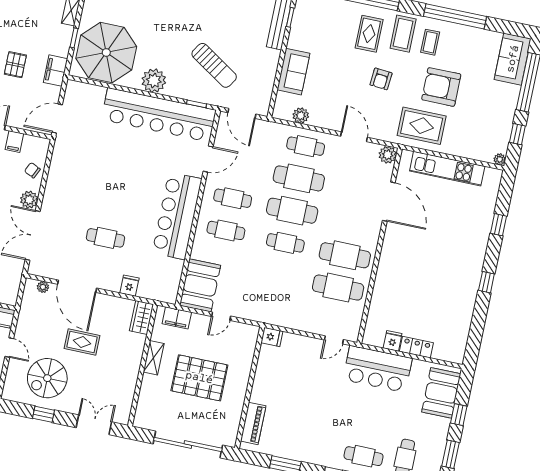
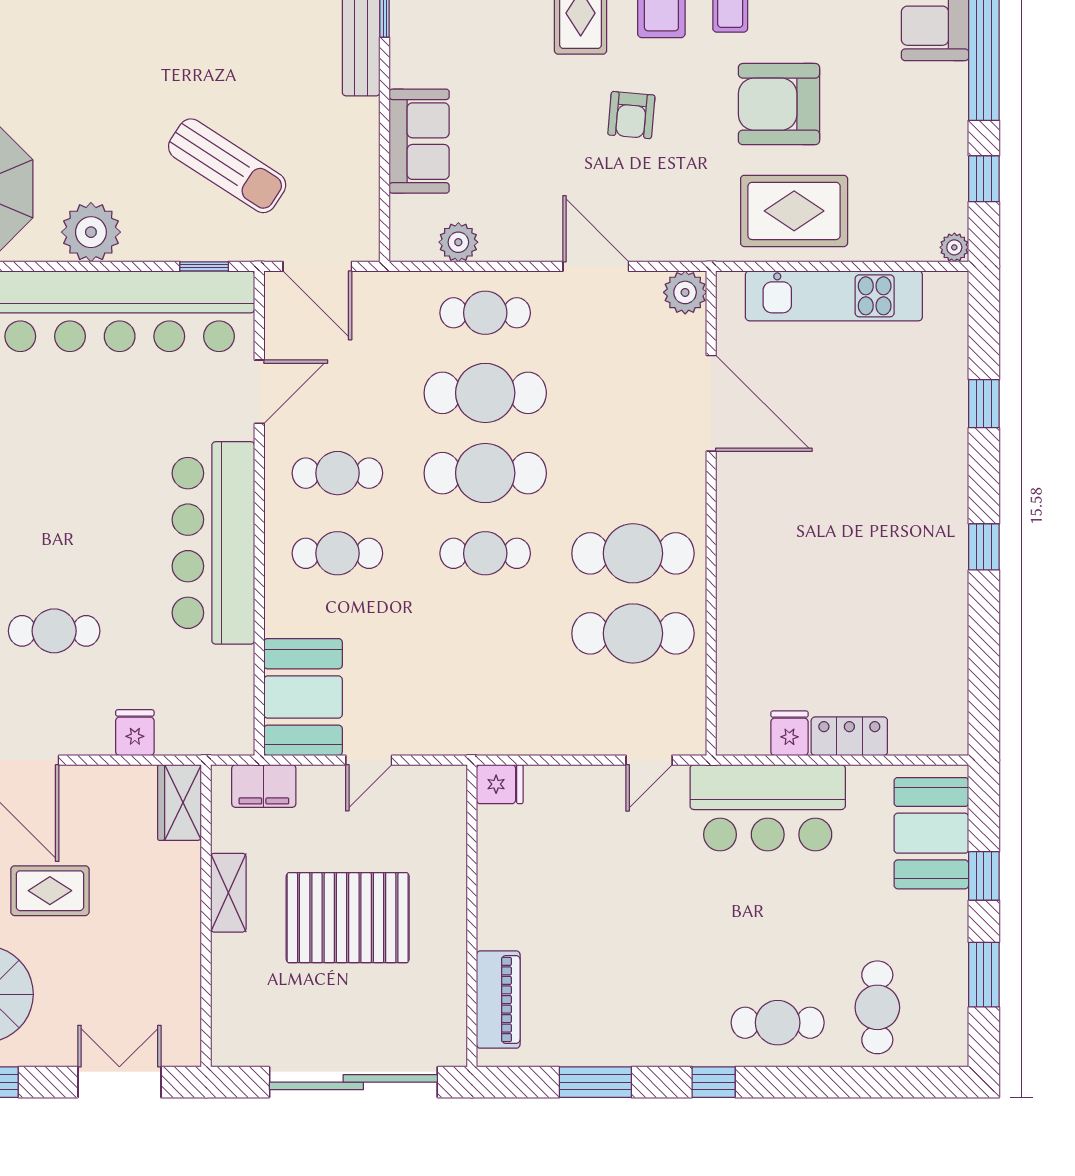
rug: (422, 126) -> (794, 211), moved

